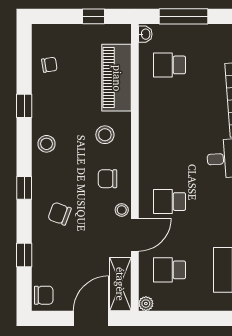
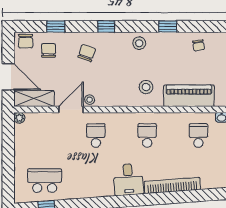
chair: (108, 179) -> (49, 50), moved
door: (135, 235) -> (71, 109), swing flipped
school desk: (169, 270) -> (147, 136), moved

